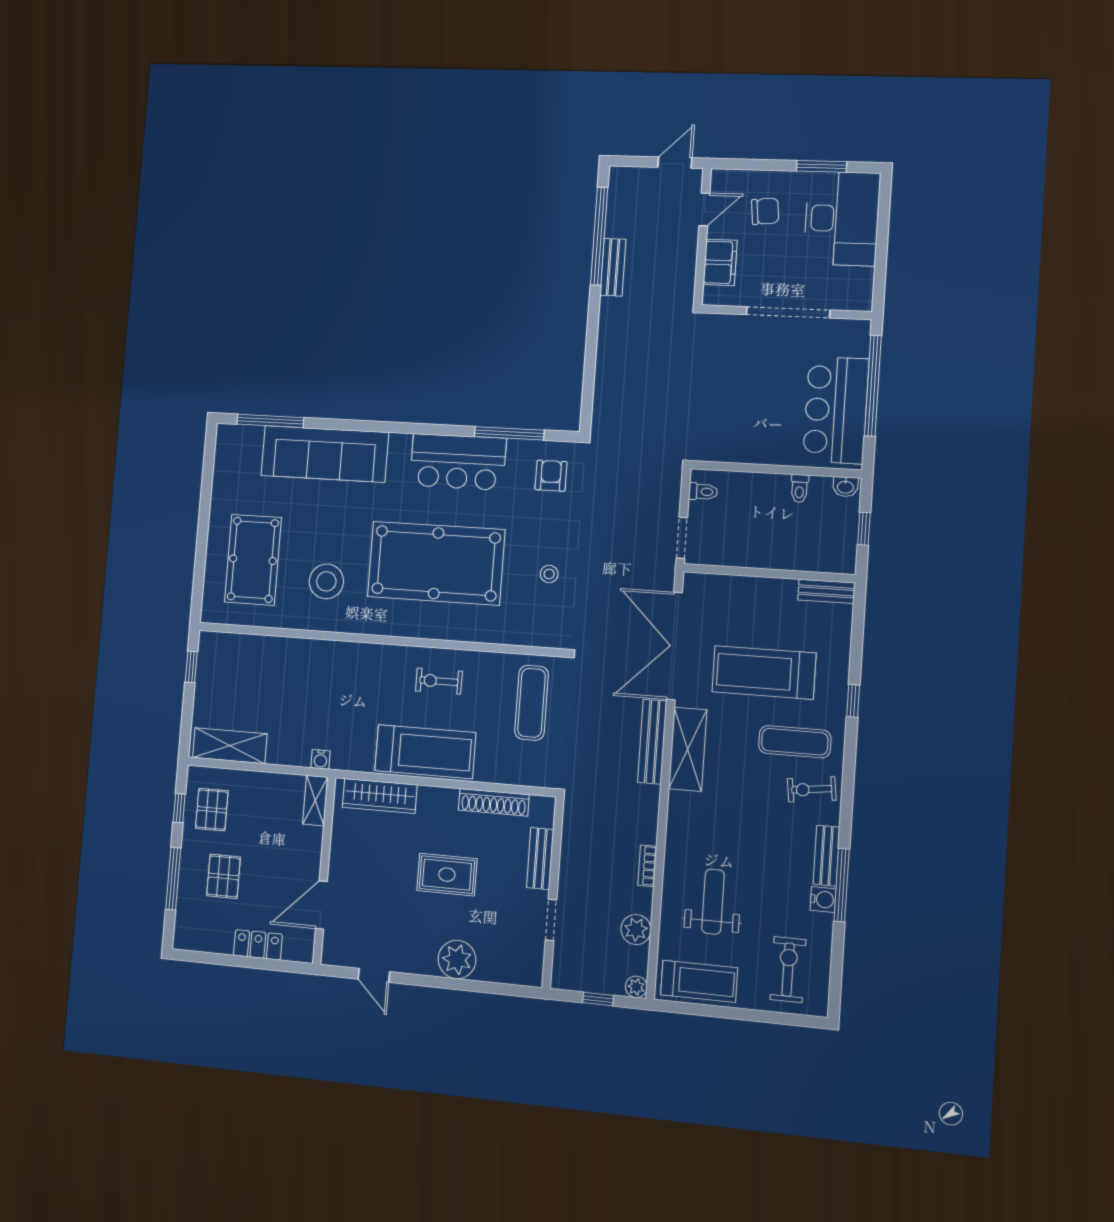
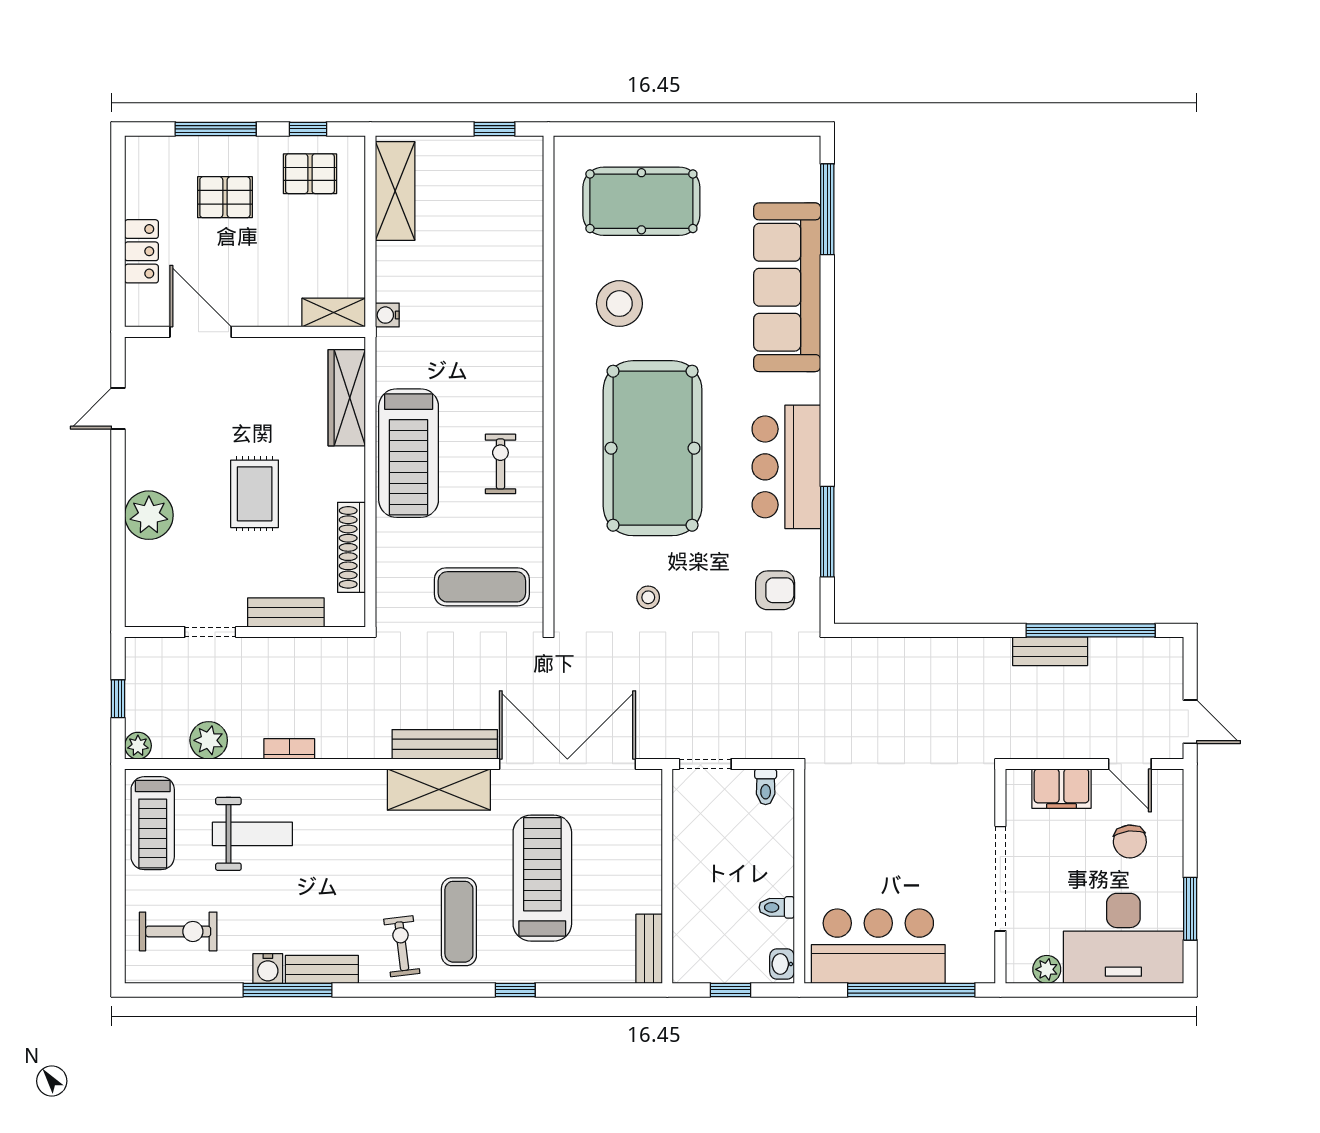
plant: (863, 279) -> (1047, 969), added

